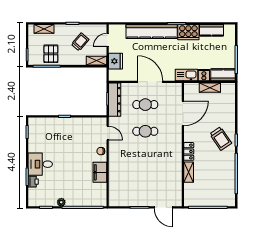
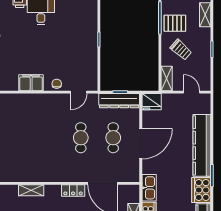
trolley: (80, 42) -> (181, 50), moved
fridge: (116, 61) -> (152, 102), moved
locker: (189, 151) -> (73, 191), moved

